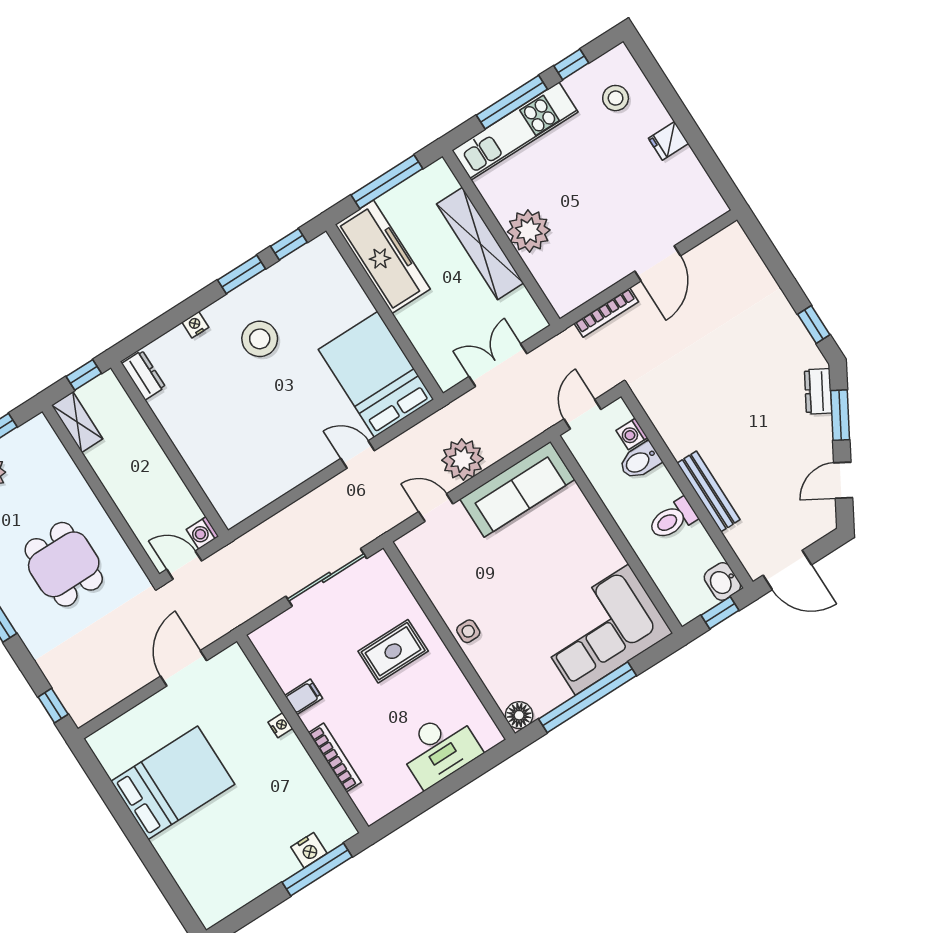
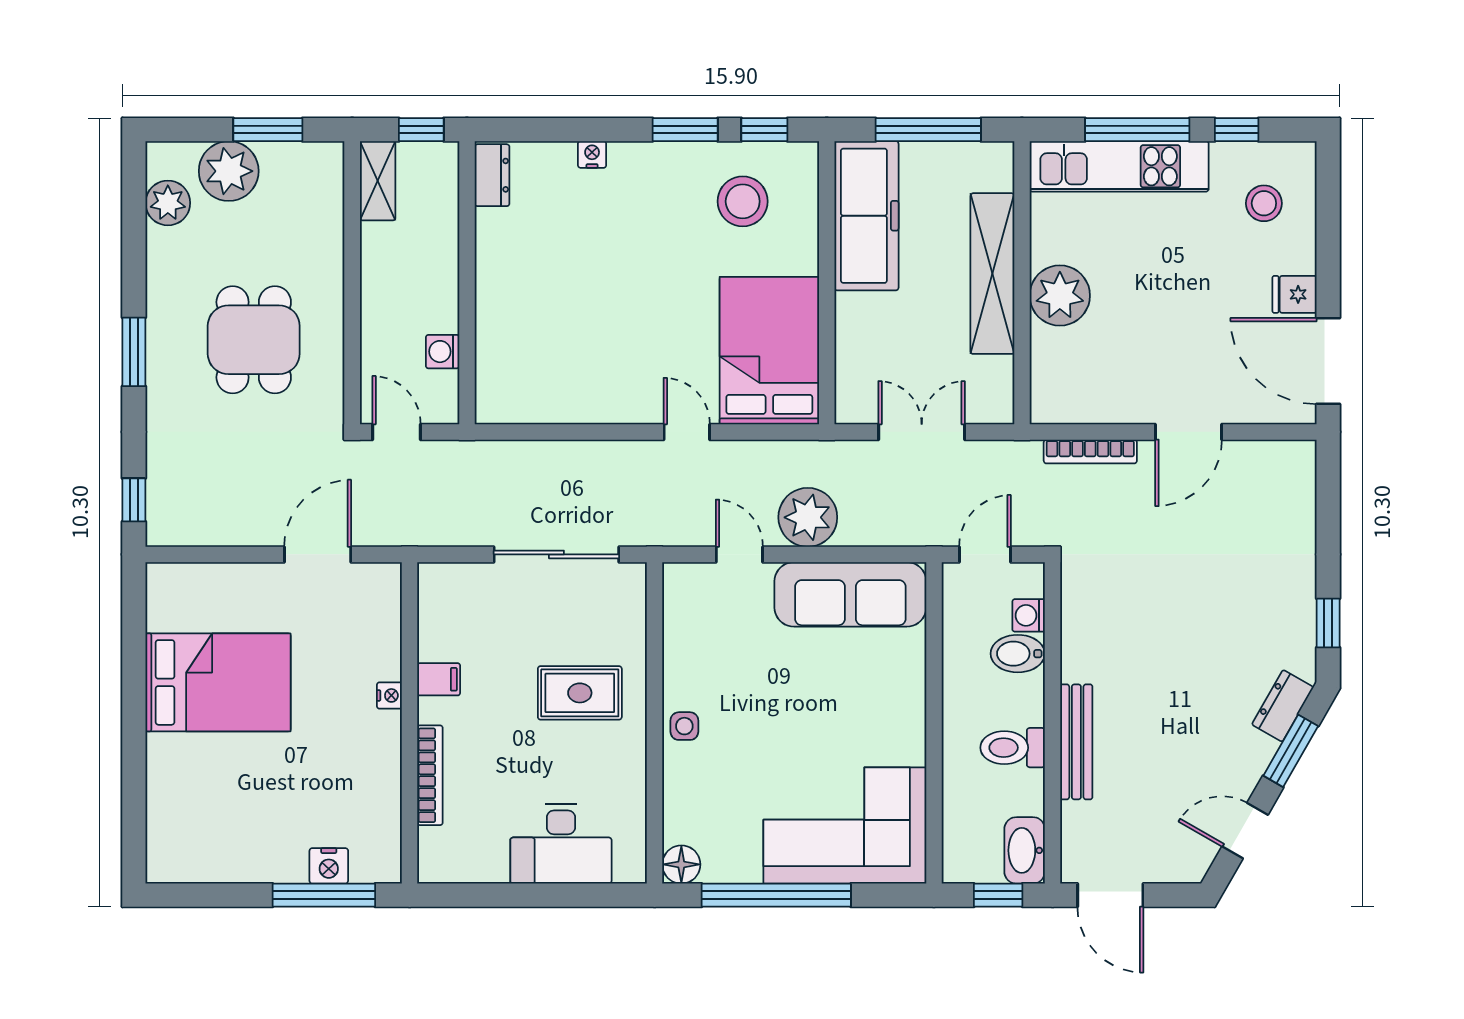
door: (714, 168) -> (1328, 361), added
stool: (260, 339) -> (743, 201), moved
washing machine: (202, 533) -> (443, 352), moved
washbasin: (722, 581) -> (1025, 850), width x1.38

